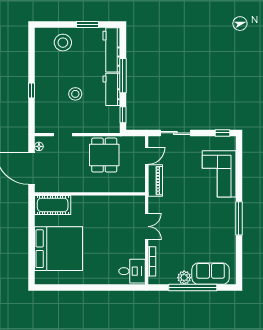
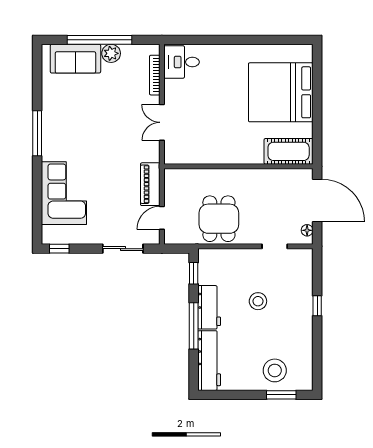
window: (88, 25) -> (281, 395), moved

